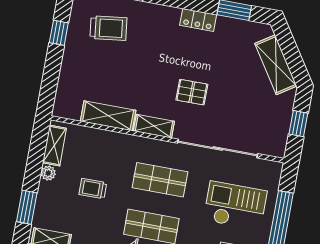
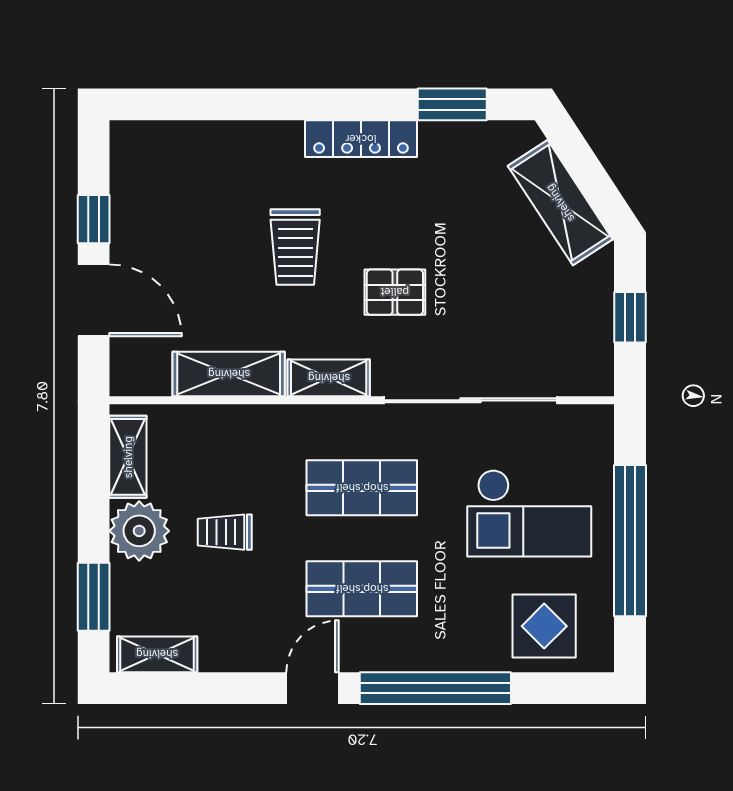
locker: (198, 20) -> (361, 139), width x1.53
trolley: (108, 28) -> (295, 247), moved, turned 97
door: (52, 70) -> (94, 300), added
plant: (48, 173) -> (139, 531), width x1.88, depth x1.88
checkout: (235, 206) -> (529, 513), turned 180

